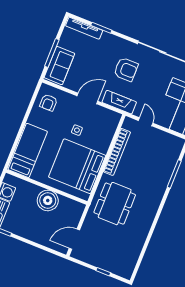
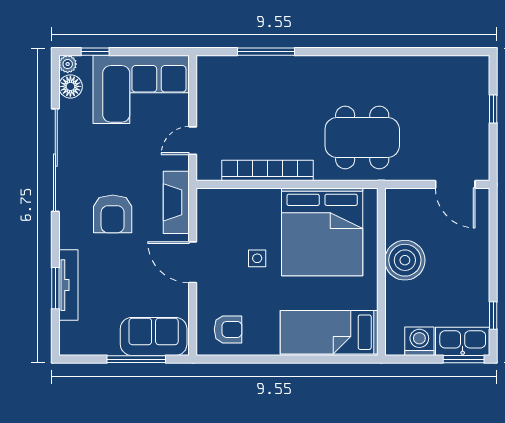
tv unit: (84, 28) -> (68, 285), moved
armchair: (126, 69) -> (113, 214), turned 180

